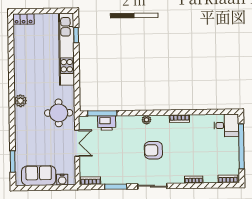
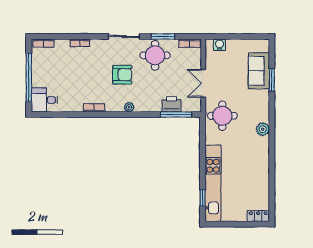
window: (13, 161) -> (272, 80), moved
round table: (123, 169) -> (155, 55), added
sofa: (39, 176) -> (259, 71), moved, turned 90

